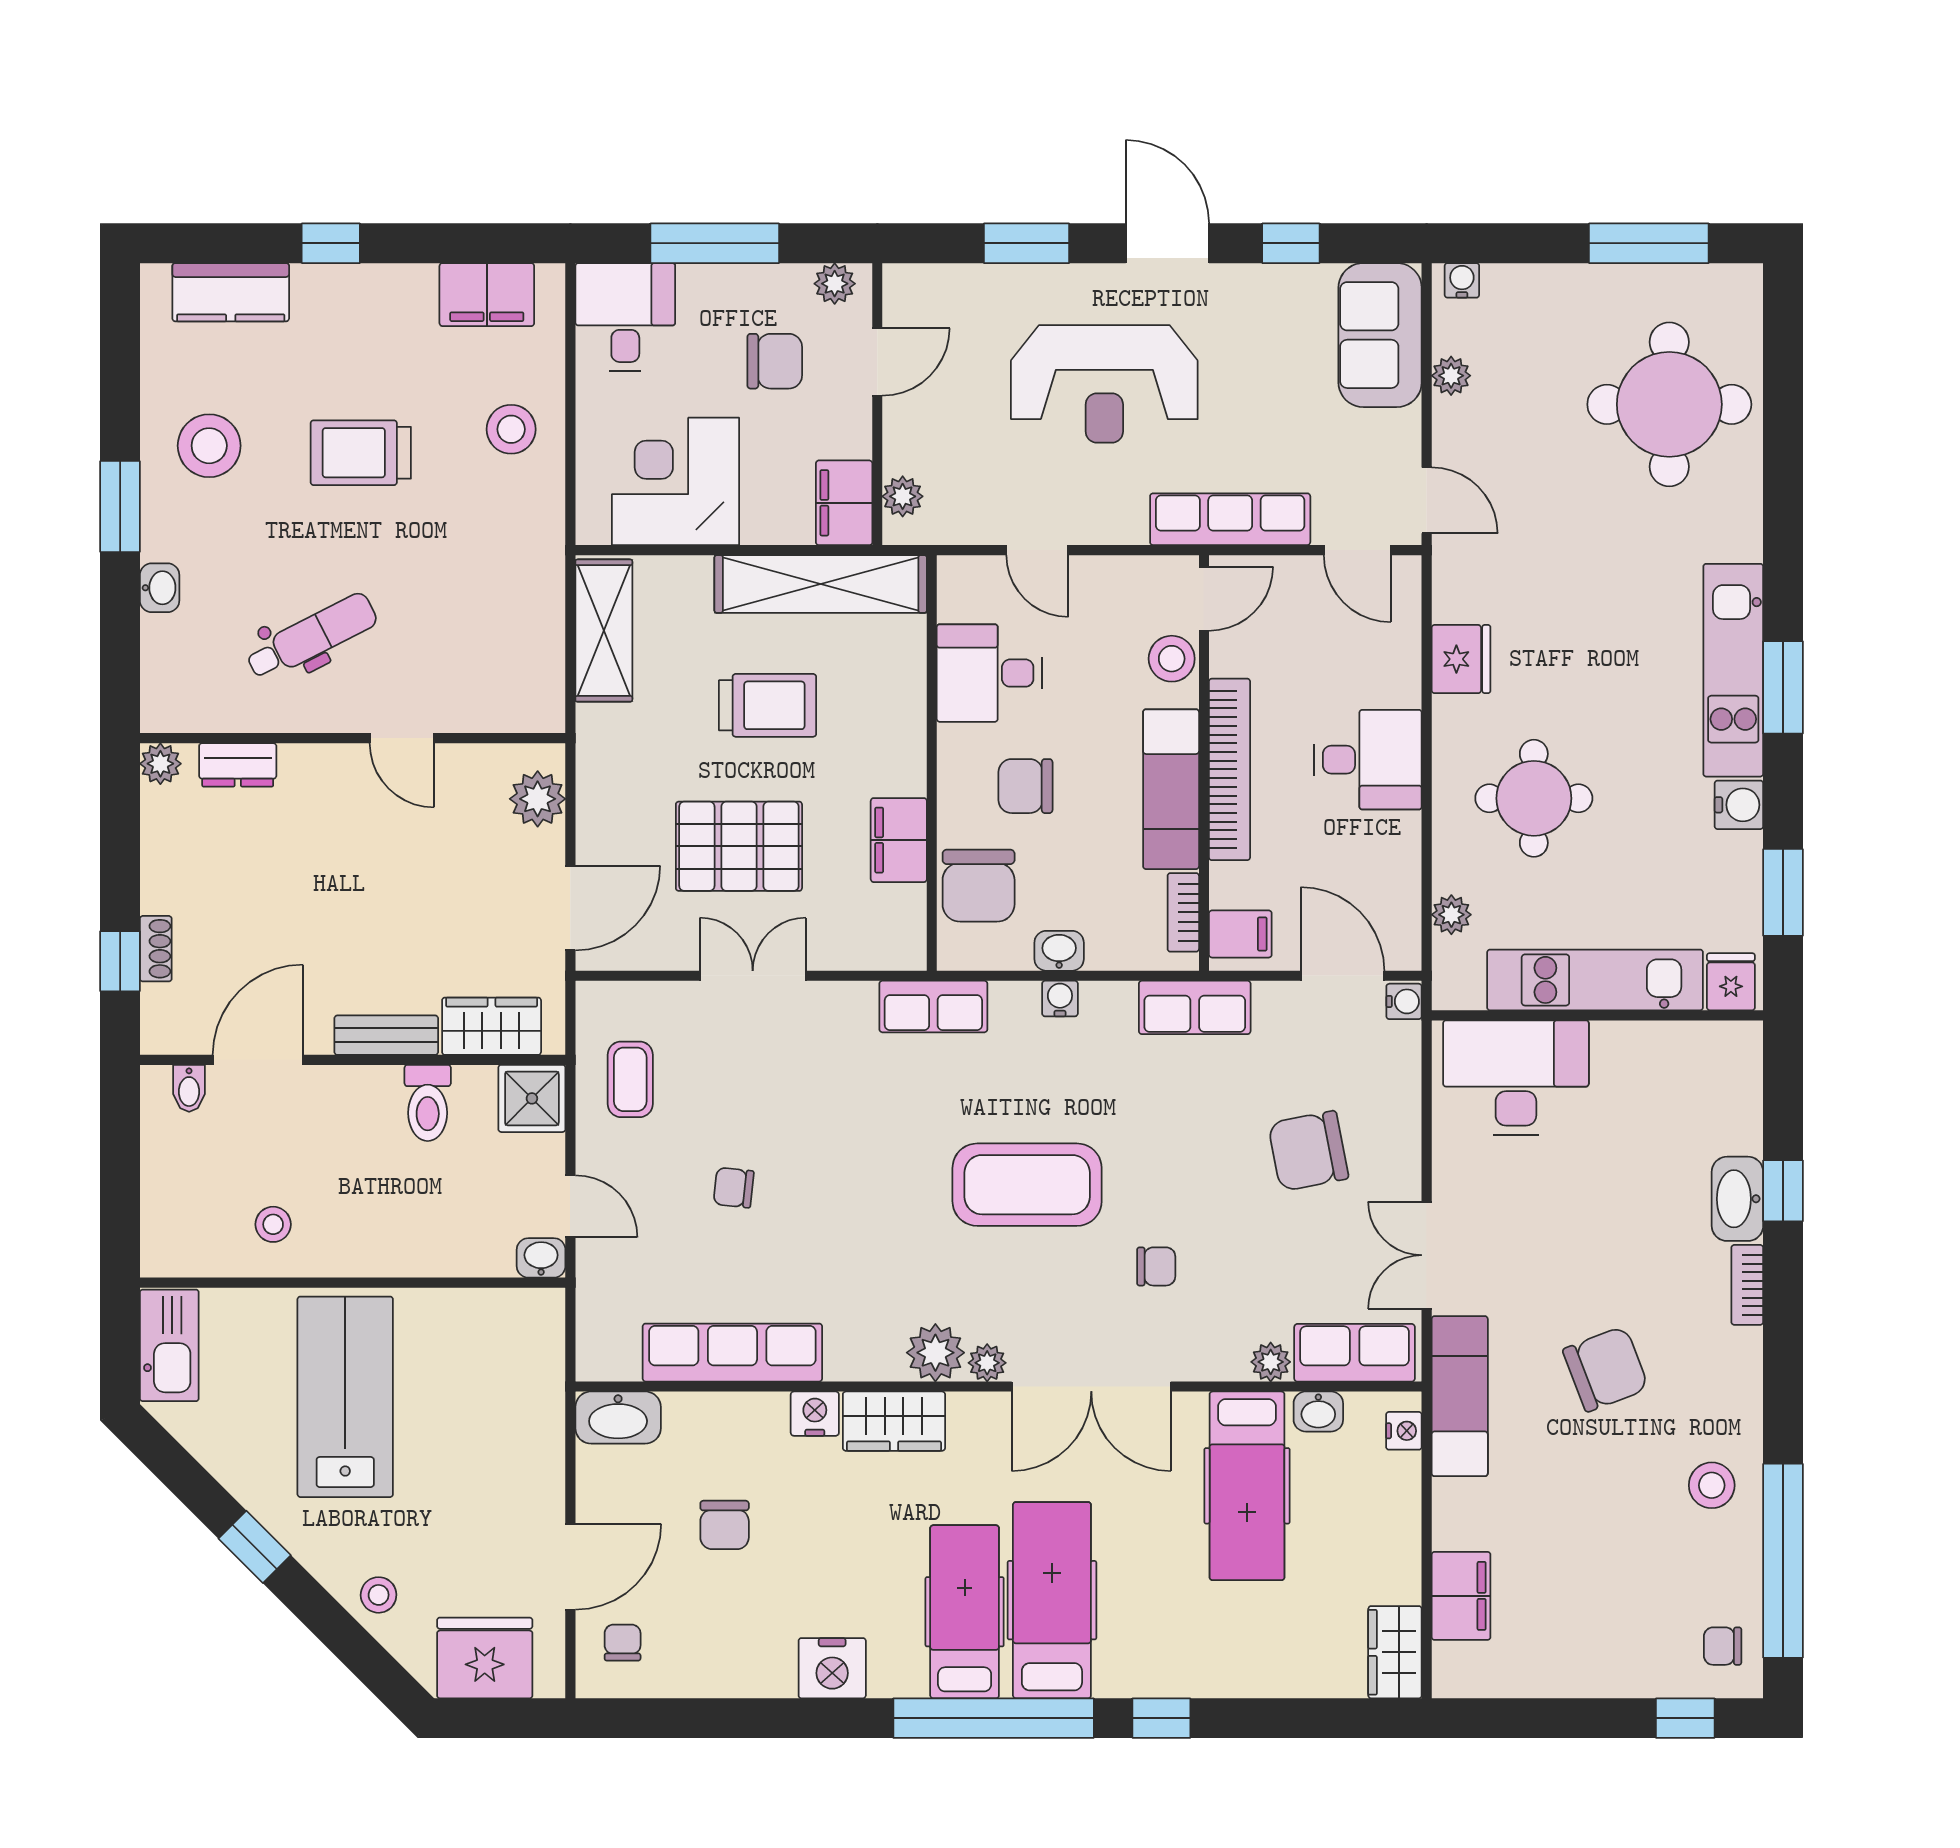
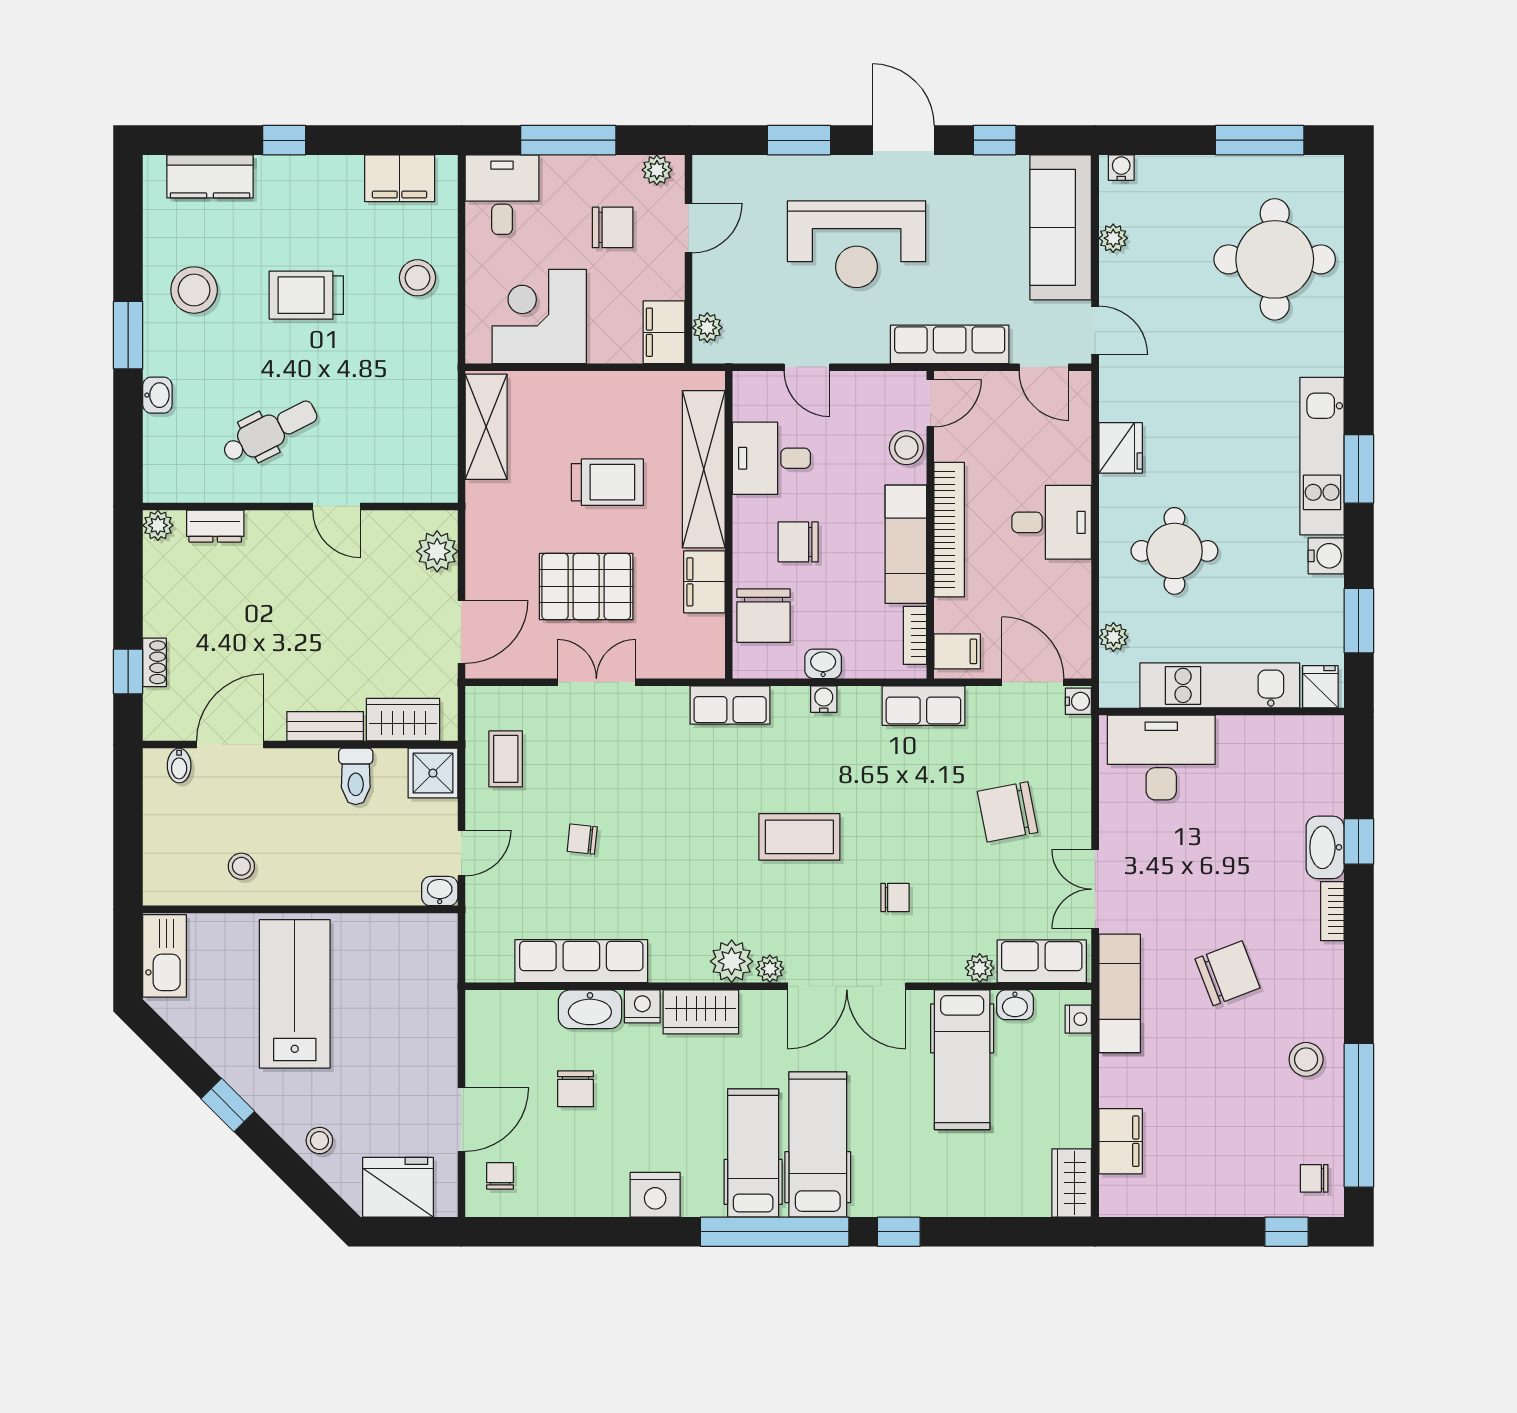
sofa: (1380, 335) -> (1061, 227), width x1.36
shelving: (821, 584) -> (704, 469), moved, turned 90
coffee table: (1027, 1185) -> (799, 837), width x0.73, depth x0.76
door: (570, 1206) -> (461, 853), hinge flipped
washbasin: (618, 1418) -> (590, 1009), moved

